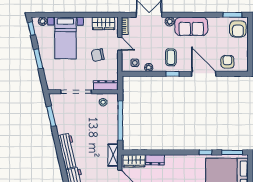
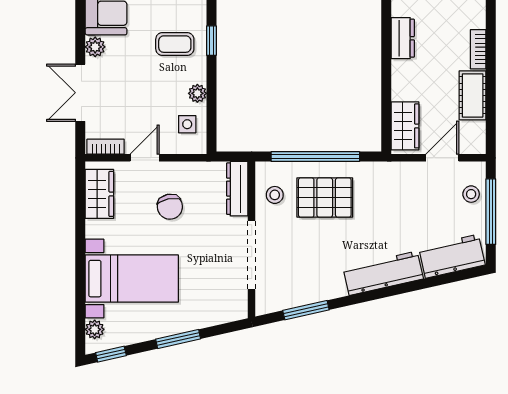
pallet: (102, 125) -> (325, 198), added
shelving: (113, 155) -> (392, 173), removed
dresser: (155, 160) -> (403, 38), moved

